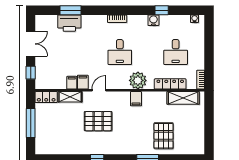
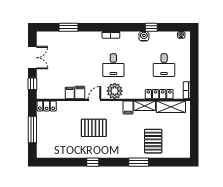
printer: (69, 23) -> (68, 39), removed
plant: (138, 80) -> (115, 91), moved
shelving: (70, 97) -> (145, 106), moved

